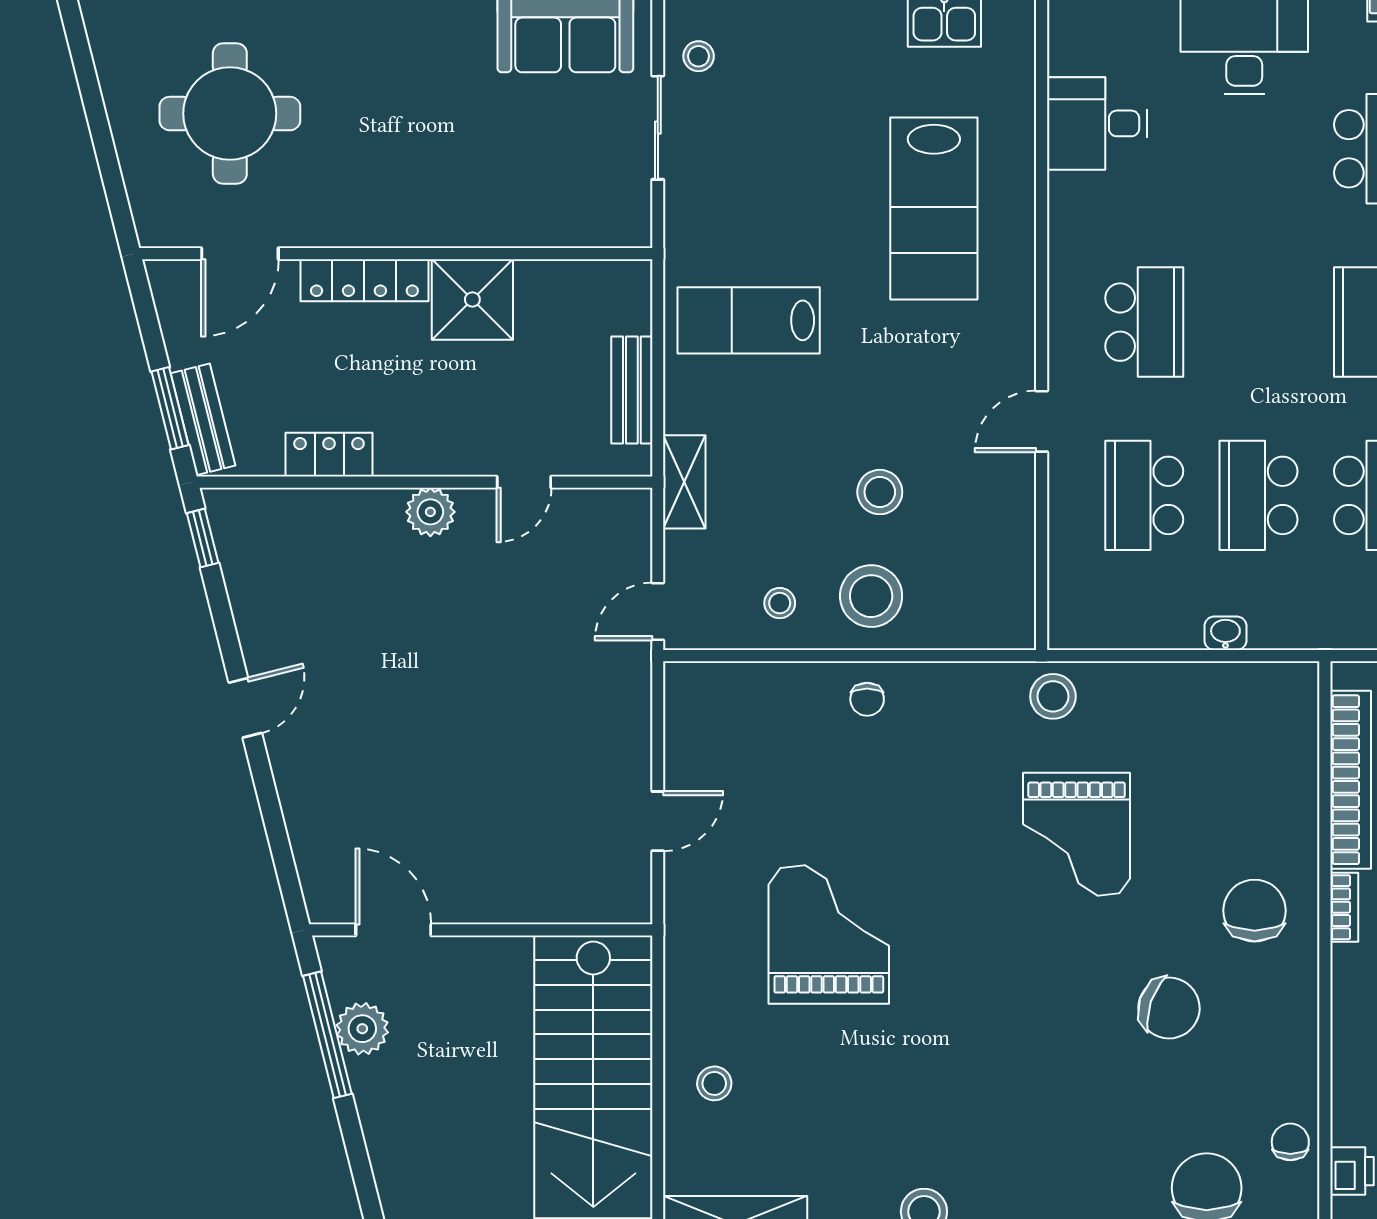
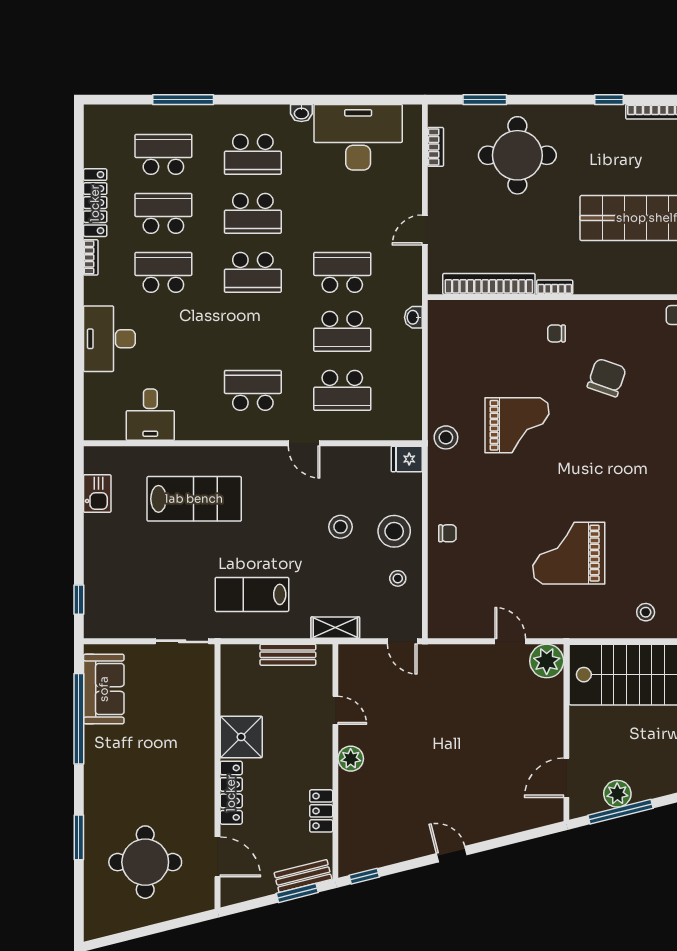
stool: (699, 56) -> (116, 620), removed
sliding door: (658, 128) -> (182, 641), moved
lab bench: (749, 320) -> (252, 594), turned 90
fridge: (1011, 620) -> (407, 459), added
washbasin: (1225, 633) -> (413, 317), moved
plant: (620, 892) -> (547, 661), added
chair: (1255, 911) -> (556, 333), width x0.54, depth x0.54

